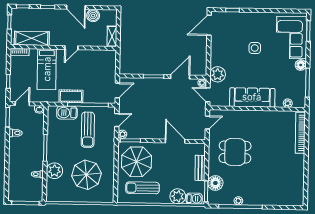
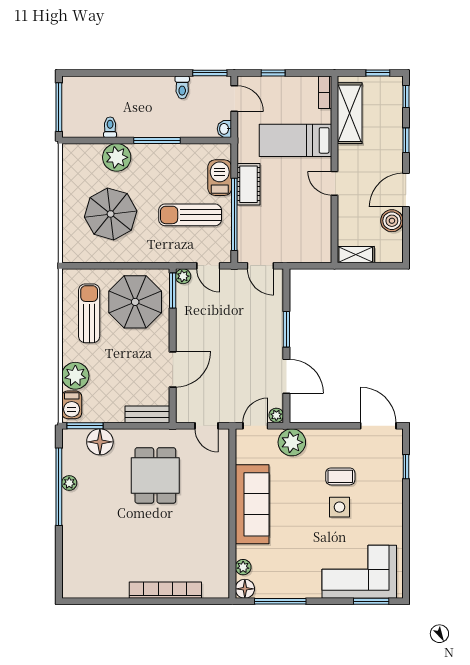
coffee table: (237, 47) -> (340, 476), added
floor lamp: (301, 65) -> (245, 589), moved
bookcase: (300, 133) -> (165, 590), moved
bench: (200, 168) -> (147, 414), moved

